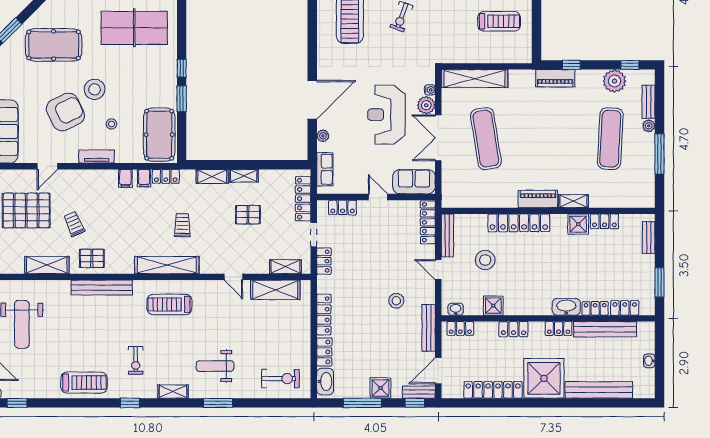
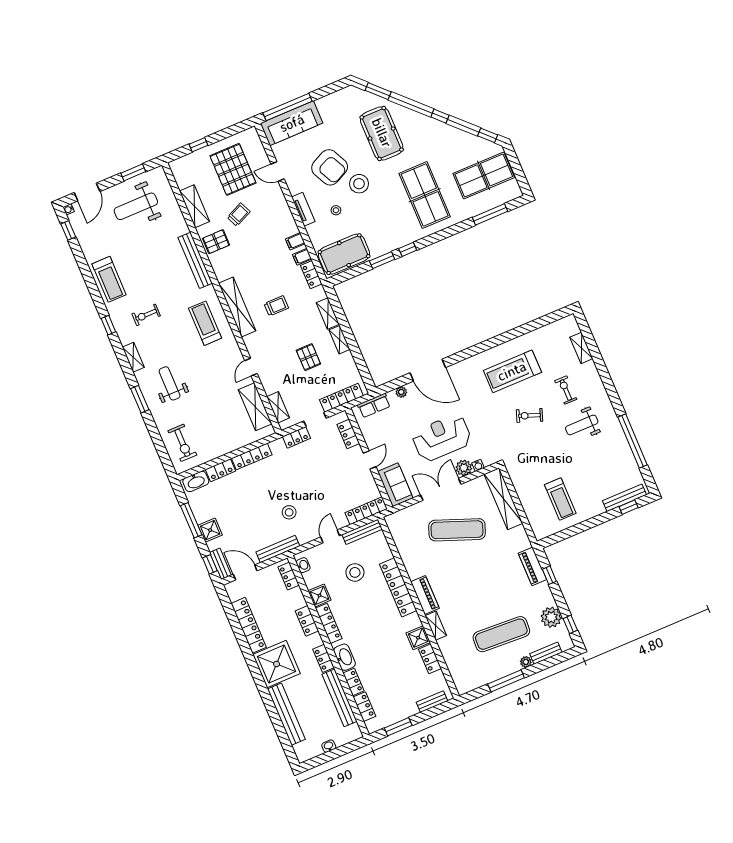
exercise mat: (486, 139) -> (457, 530), turned 30
pallet: (92, 258) -> (216, 242), turned 90
locker: (525, 308) -> (329, 623), added

